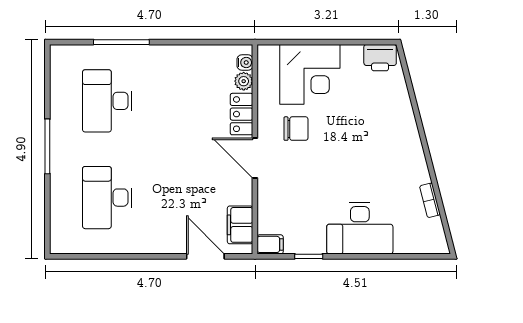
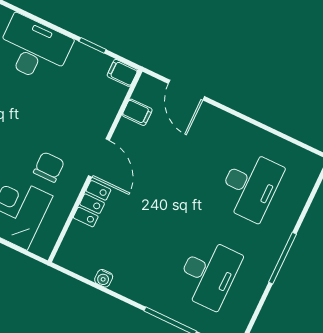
water cooler: (245, 63) -> (104, 278), moved, turned -90
plant: (244, 81) -> (76, 233), removed
chair: (296, 129) -> (49, 167), turned 90
filing cabinet: (240, 225) -> (137, 112), width x0.50

